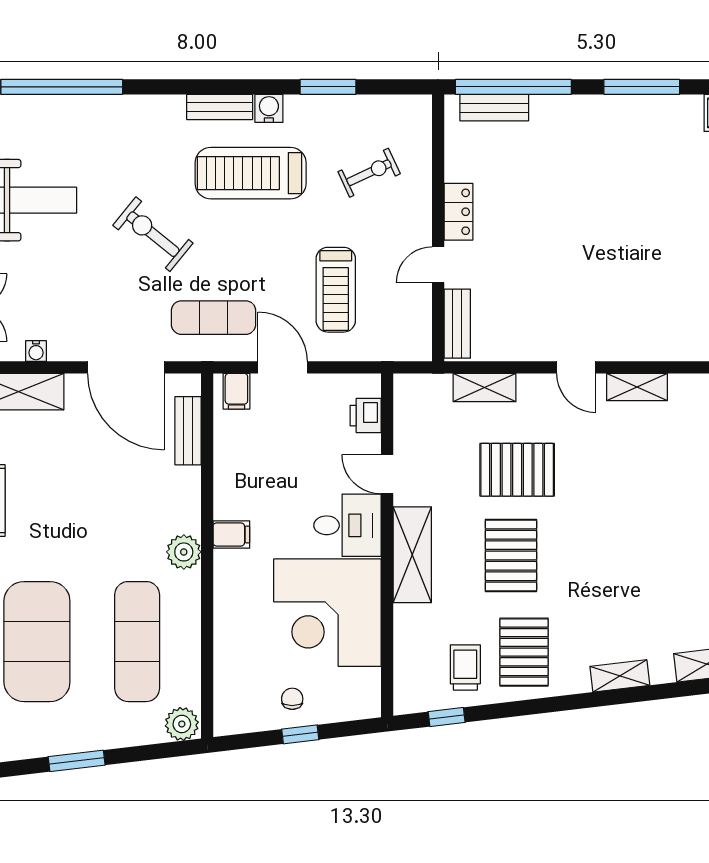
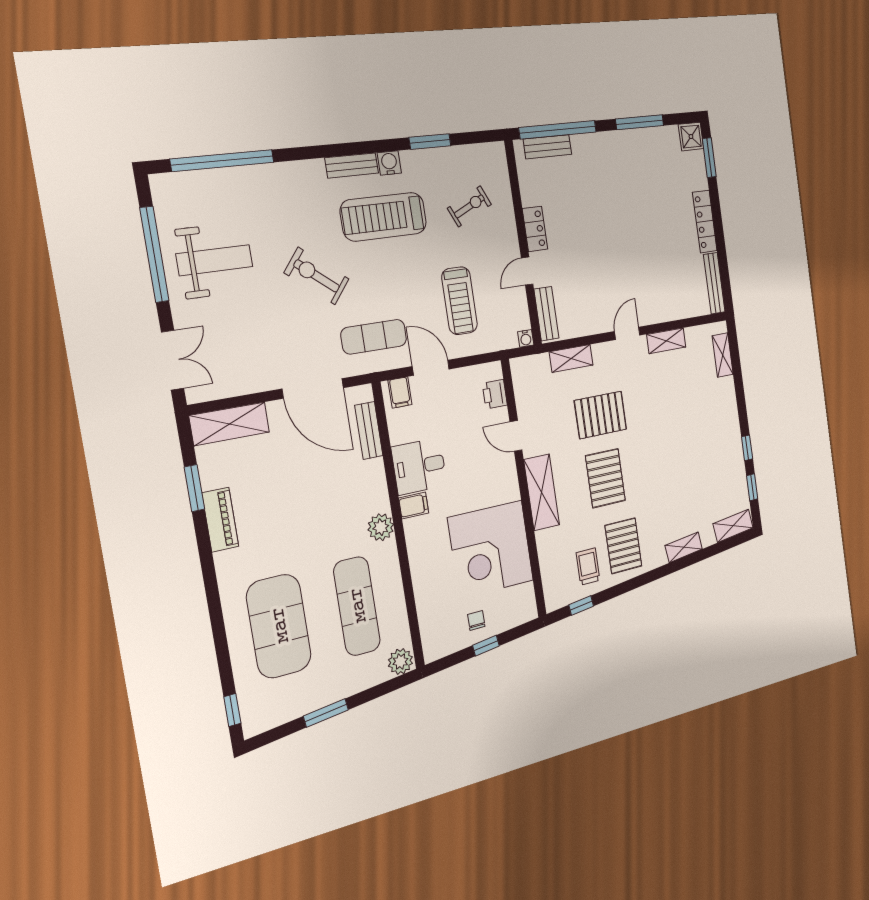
water cooler: (36, 351) -> (526, 338), moved
door: (576, 367) -> (627, 333), swing flipped
desk: (347, 525) -> (419, 466), moved, turned 180

